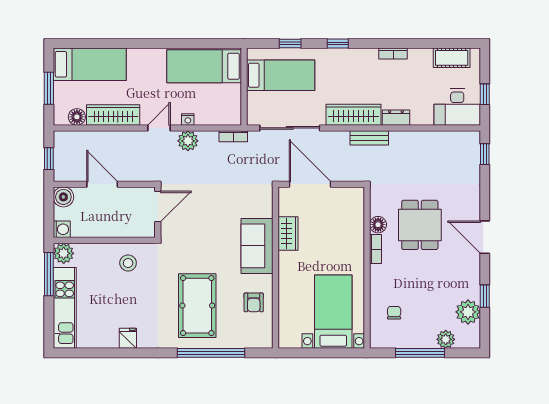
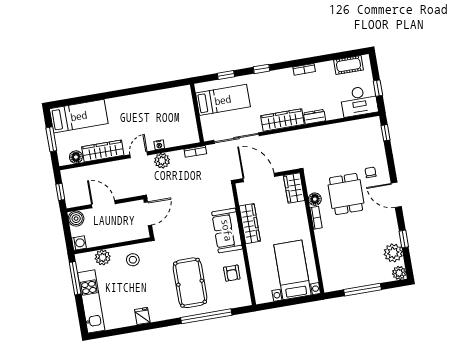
bed: (204, 66) -> (165, 103), removed
bench: (369, 138) -> (297, 135), removed
wardrobe: (353, 206) -> (294, 188), added
wardrobe: (288, 234) -> (250, 224), width x1.50
plant: (64, 253) -> (103, 257), moved
chair: (394, 313) -> (370, 172), moved
plant: (446, 339) -> (399, 273), moved

